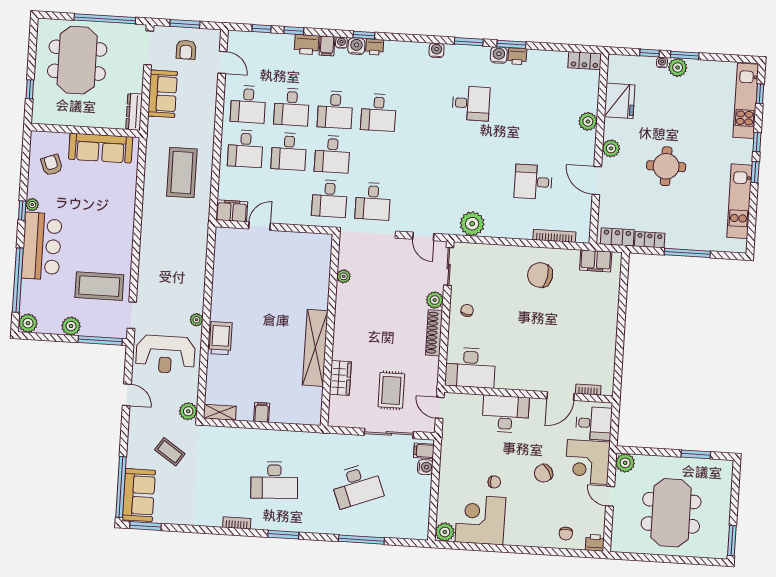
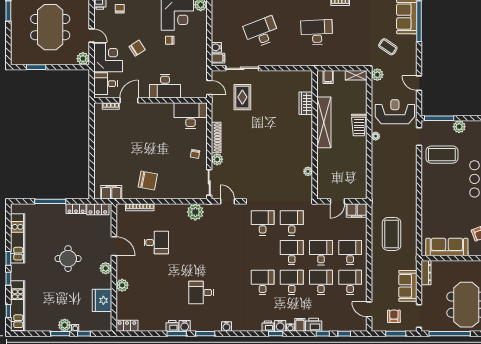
plant: (344, 276) -> (308, 171), moved
wall: (330, 330) -> (315, 135), moved
shelving: (315, 348) -> (324, 122), moved
wardrobe: (340, 378) -> (306, 103), moved

